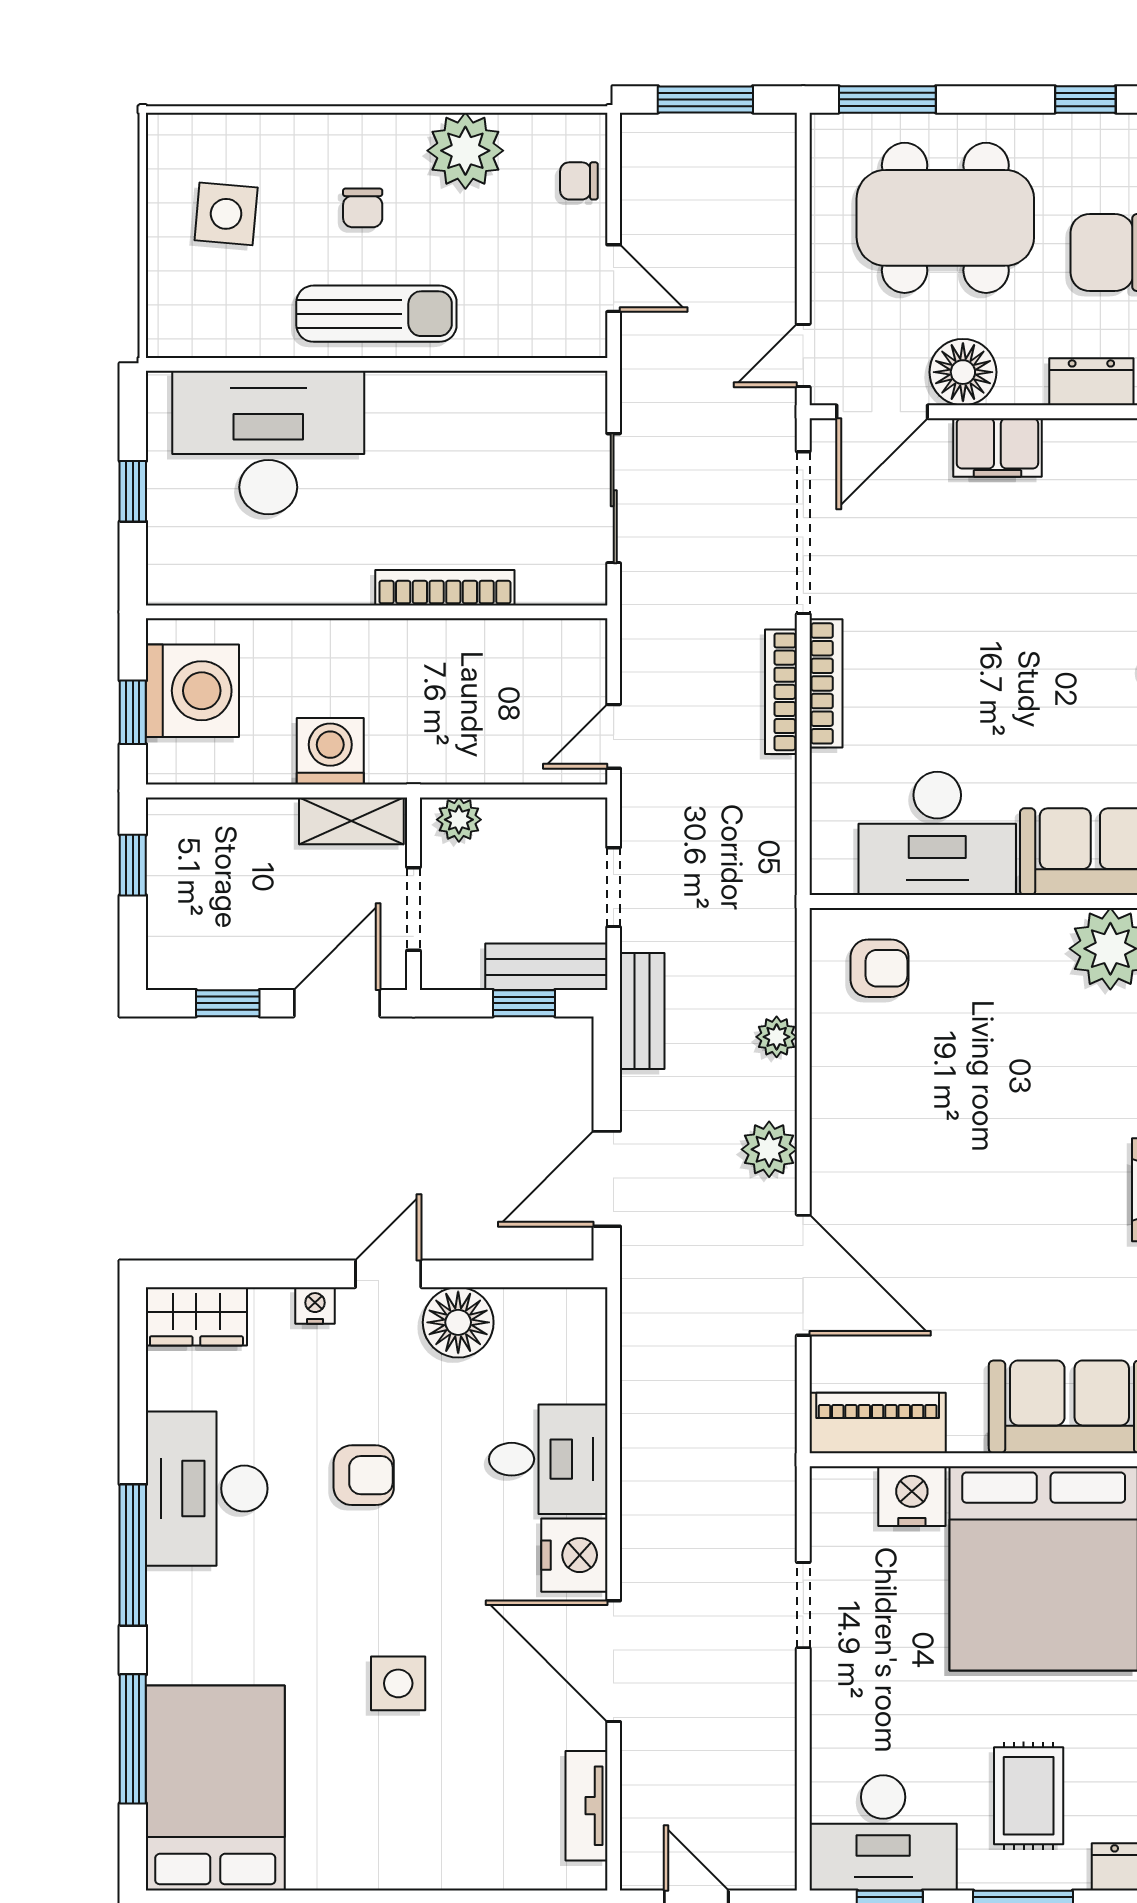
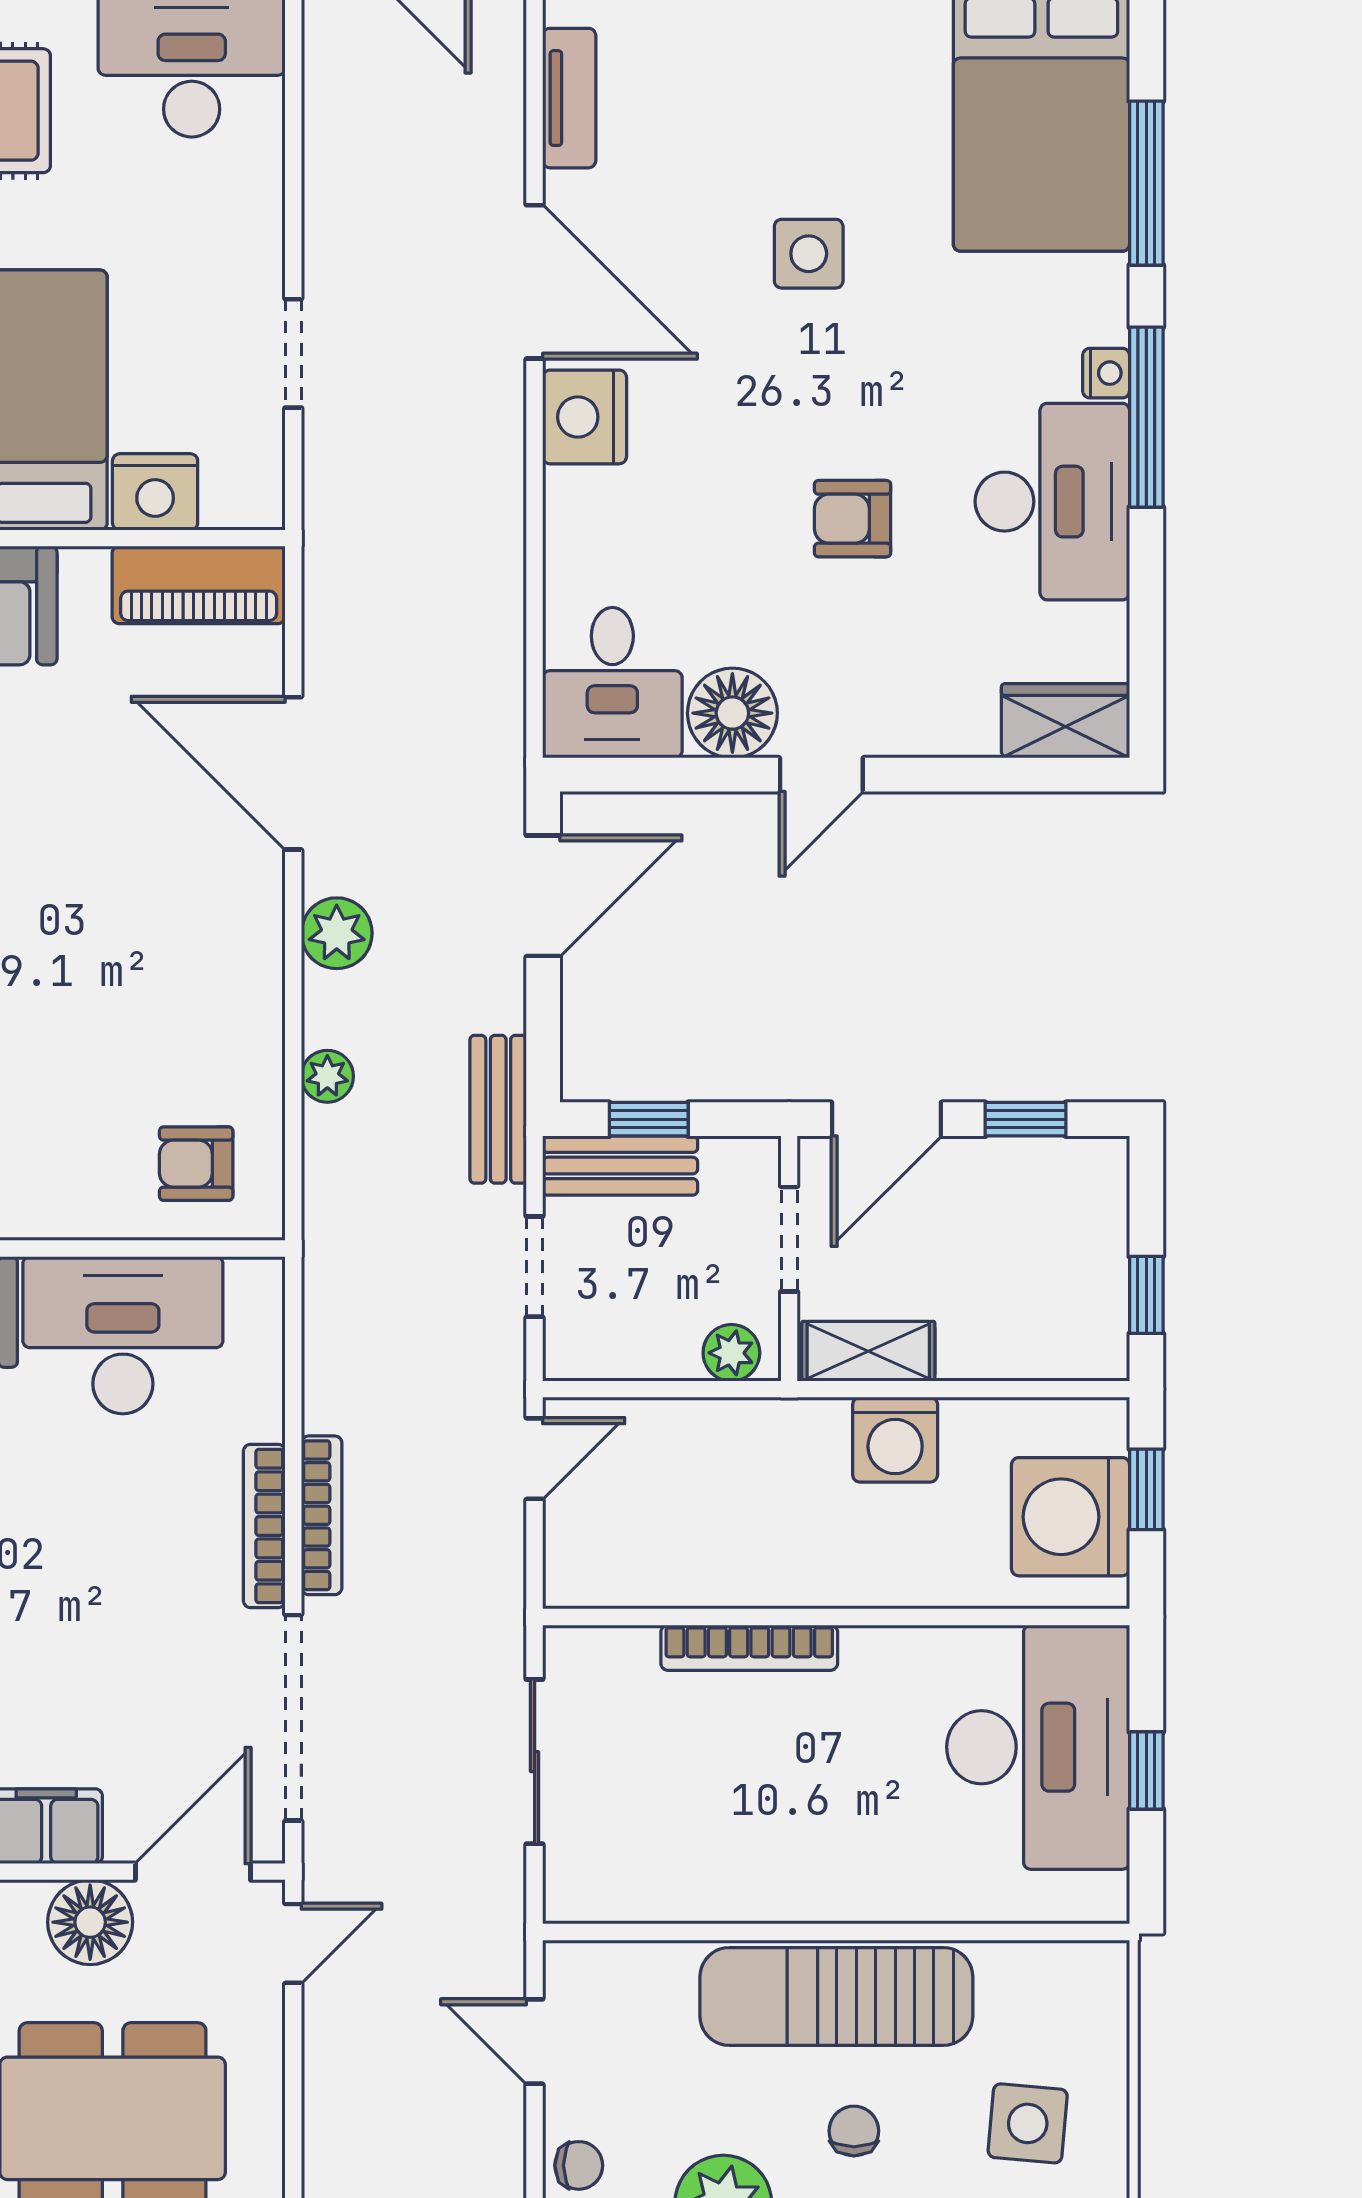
sun lounger: (376, 314) -> (836, 1996), width x1.36, depth x1.34
desk: (268, 443) -> (1038, 1747), moved, turned -90
nightstand: (315, 1305) -> (1106, 373), moved, turned -90
desk: (548, 1459) -> (612, 683), moved, turned -90

